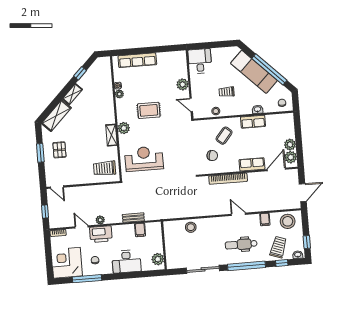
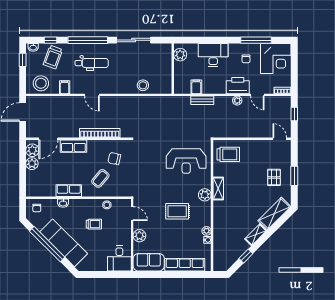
sofa: (172, 60) -> (149, 262), added

